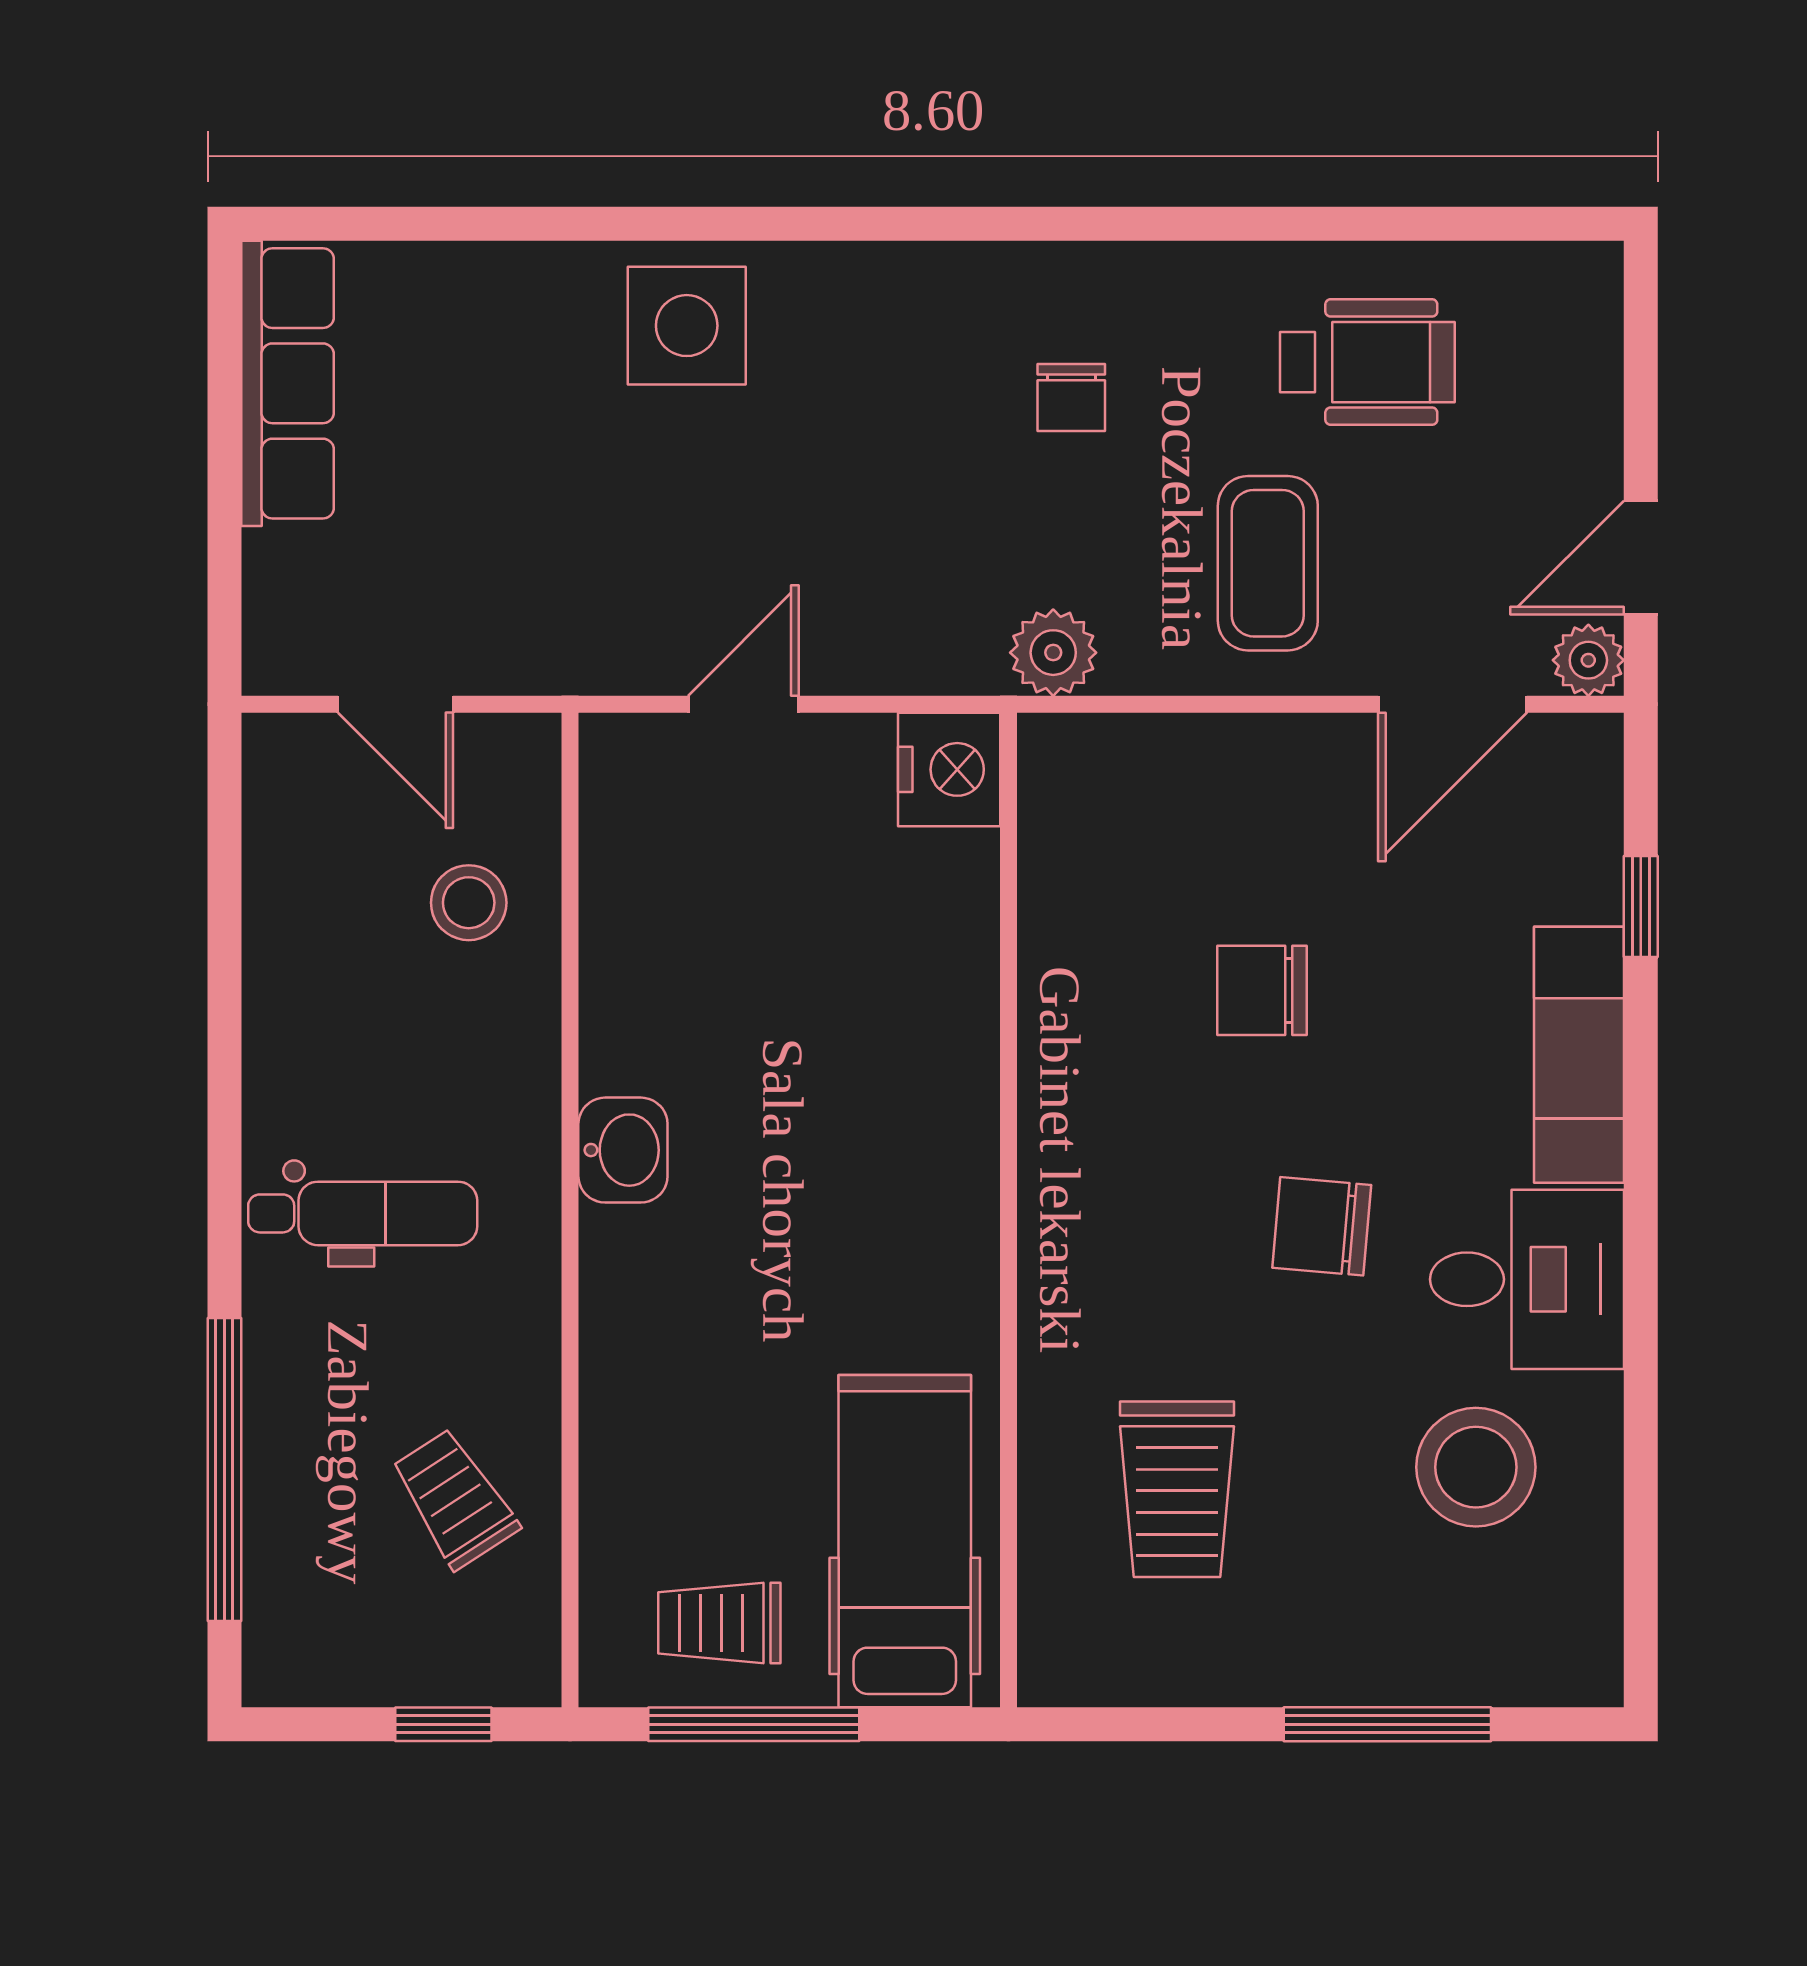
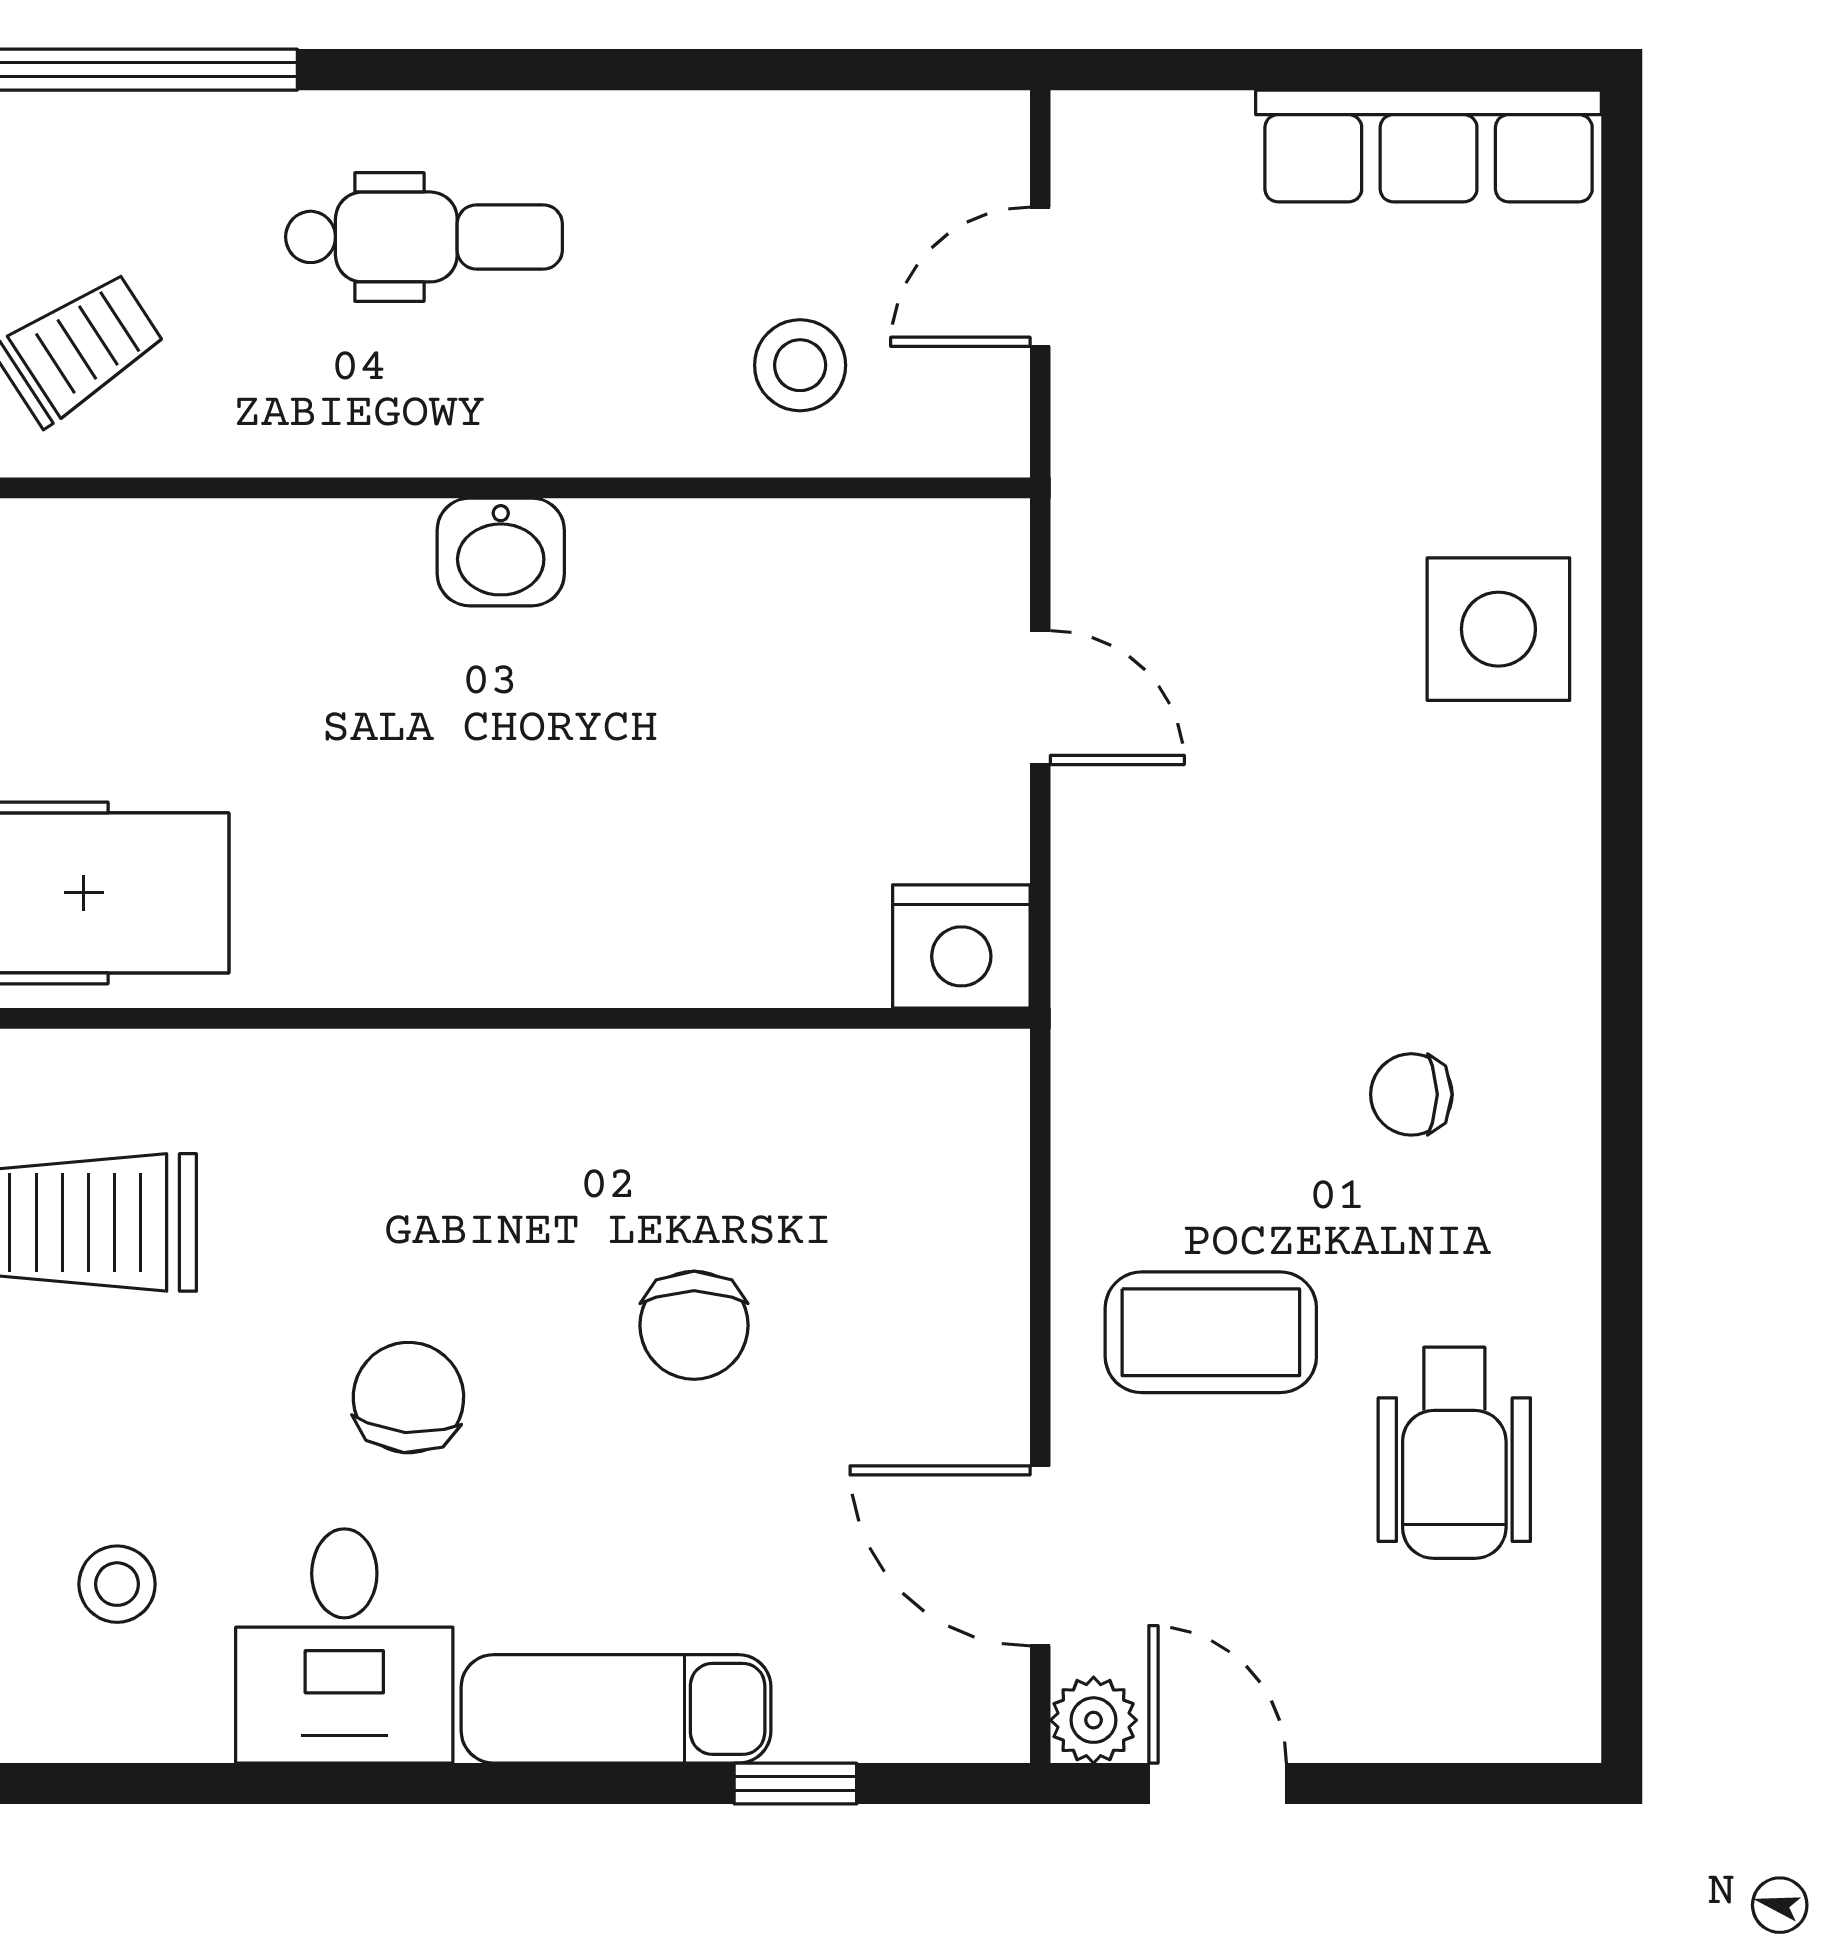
plant: (1053, 653) -> (1103, 1073), removed
chair: (1262, 990) -> (694, 1325), turned 180
dental chair: (363, 1213) -> (424, 237), turned -90
stool: (1476, 1467) -> (117, 1584), width x0.53, depth x0.53

